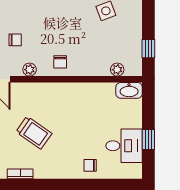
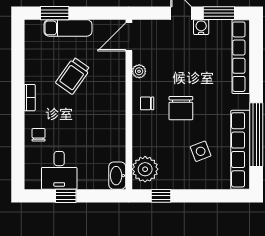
chair: (15, 40) -> (181, 108), moved, width x1.87, depth x1.87
plant: (117, 70) -> (145, 169), width x1.87, depth x1.87
bookcase: (20, 174) -> (30, 98), moved

